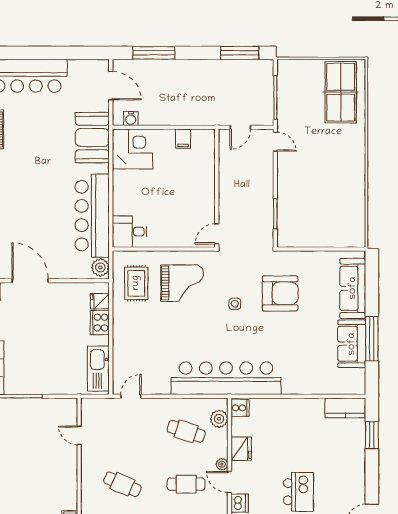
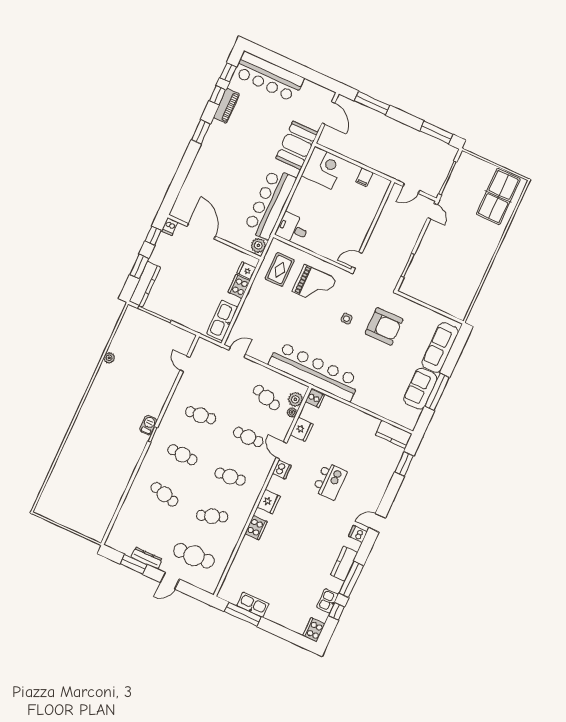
water cooler: (131, 119) -> (332, 144), removed
plant: (222, 464) -> (292, 412), moved
cafe table: (122, 484) -> (201, 415), turned -30

